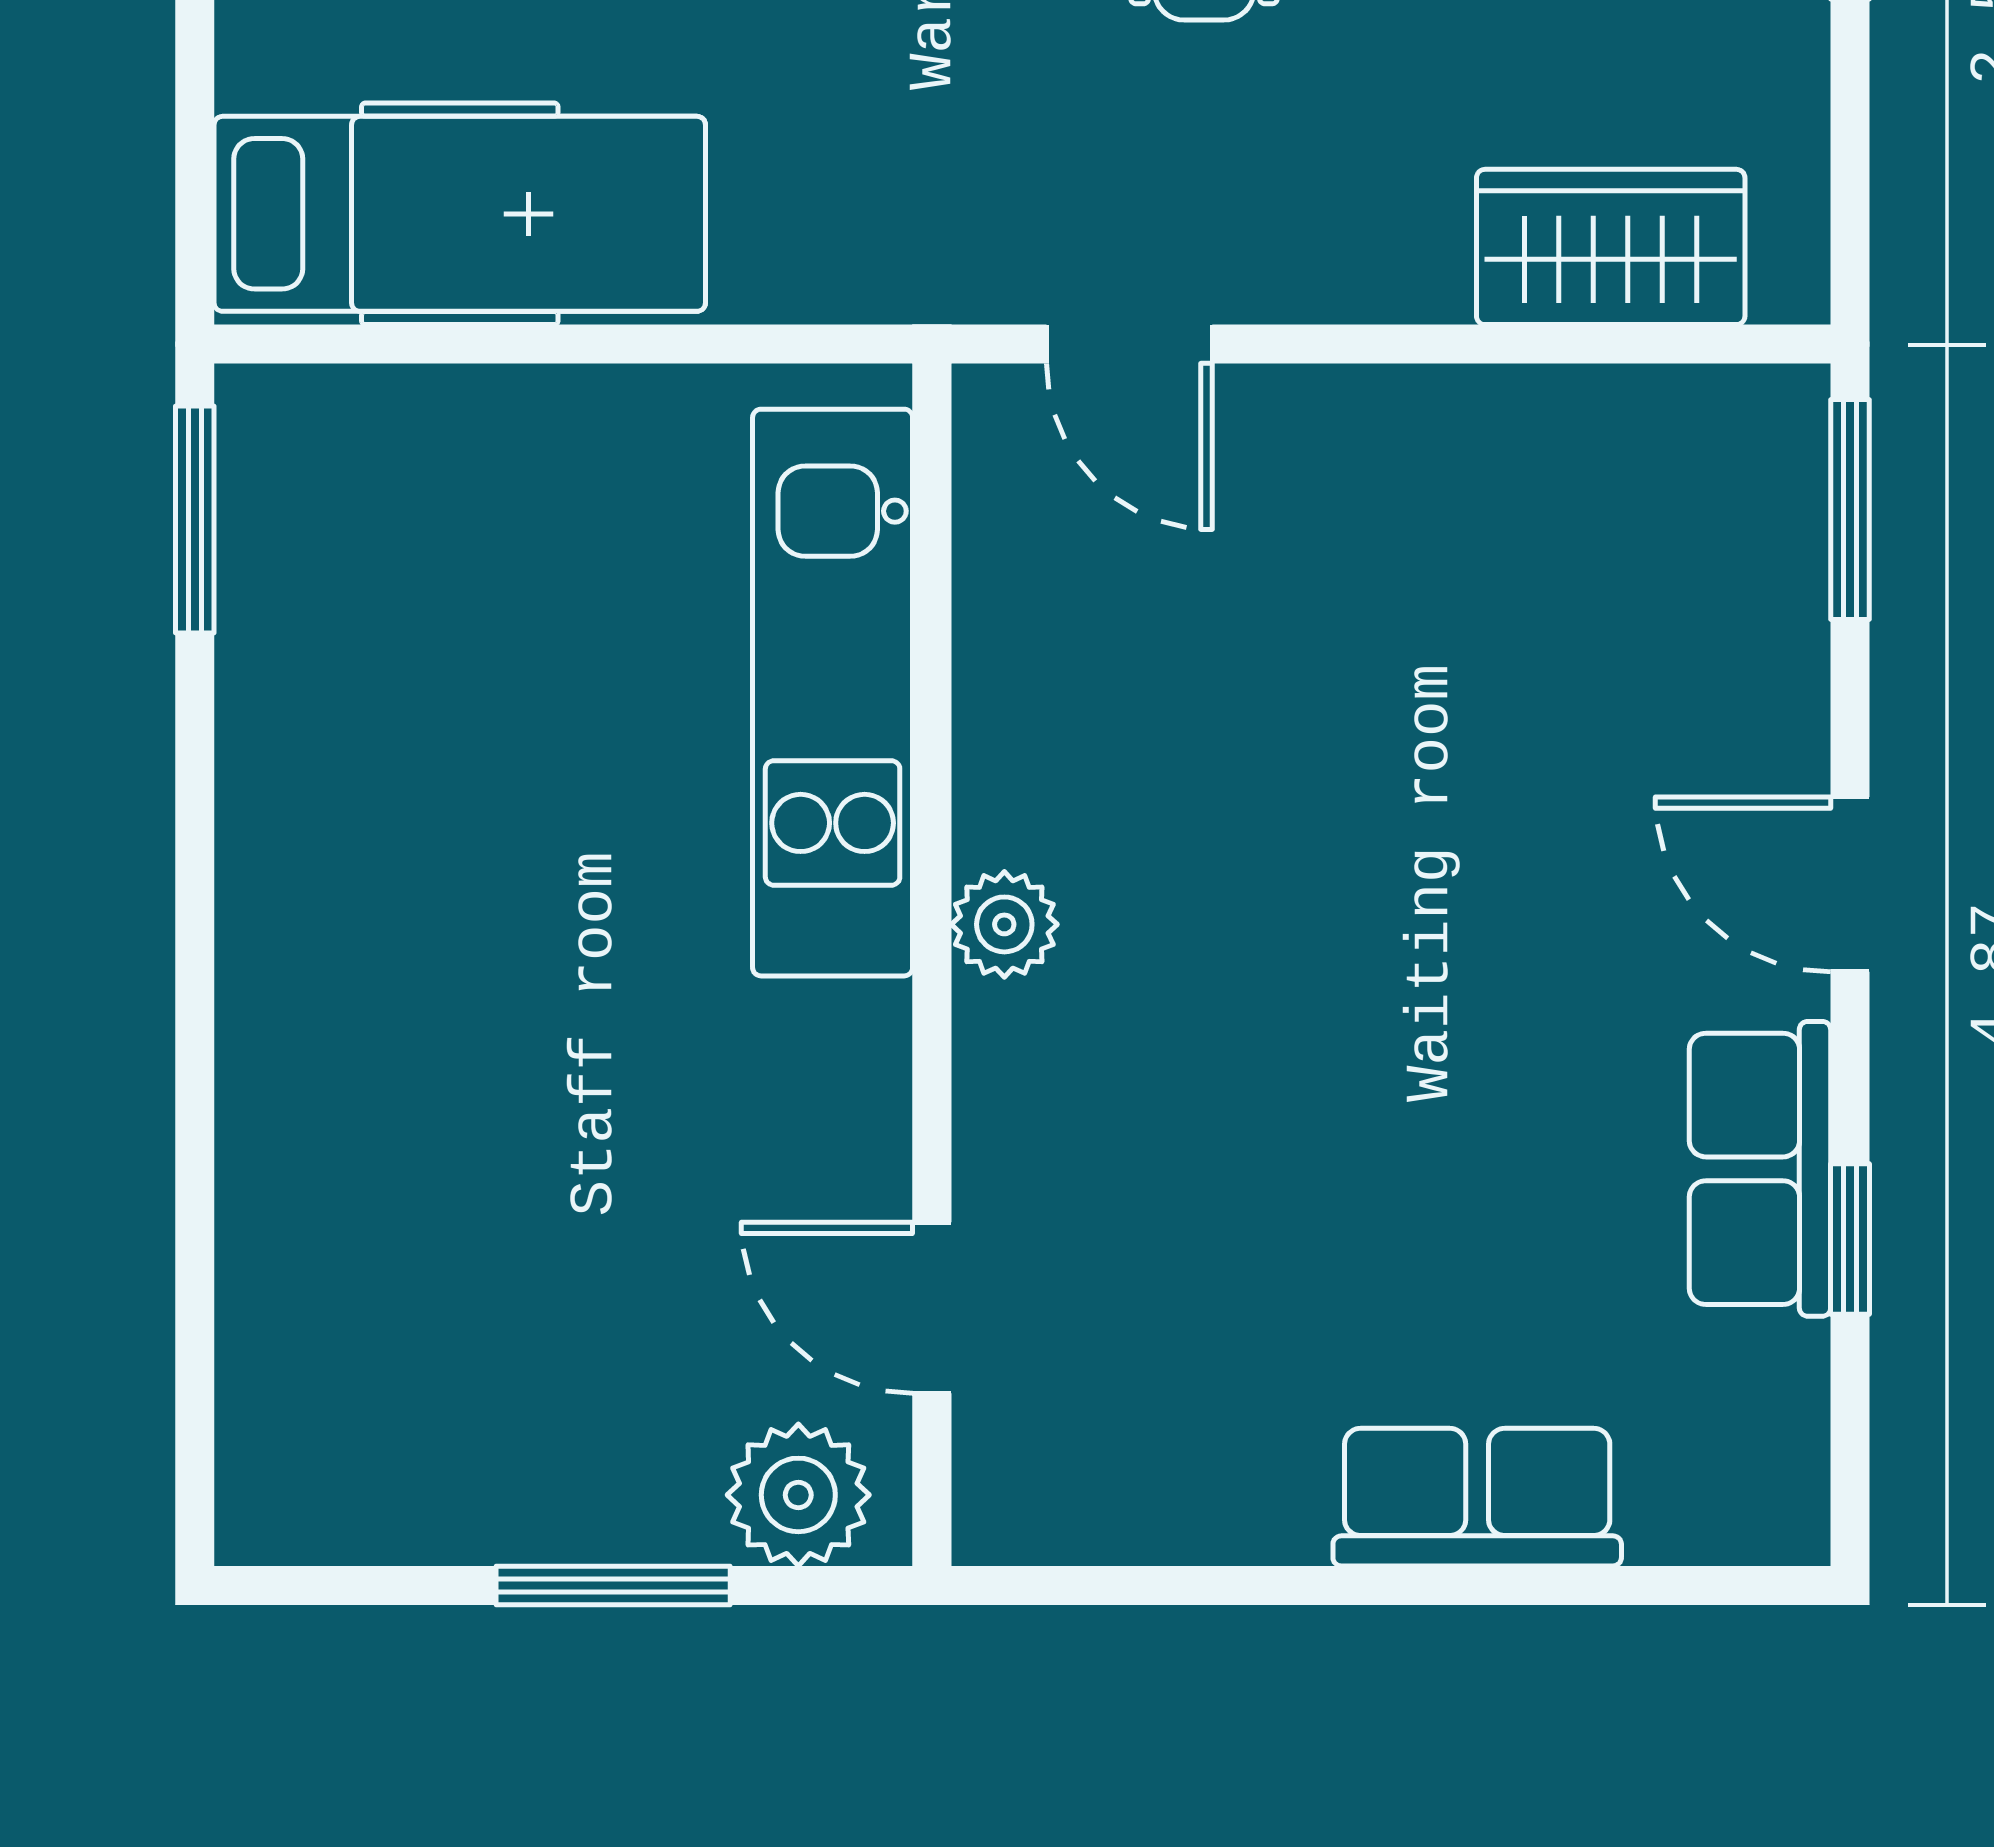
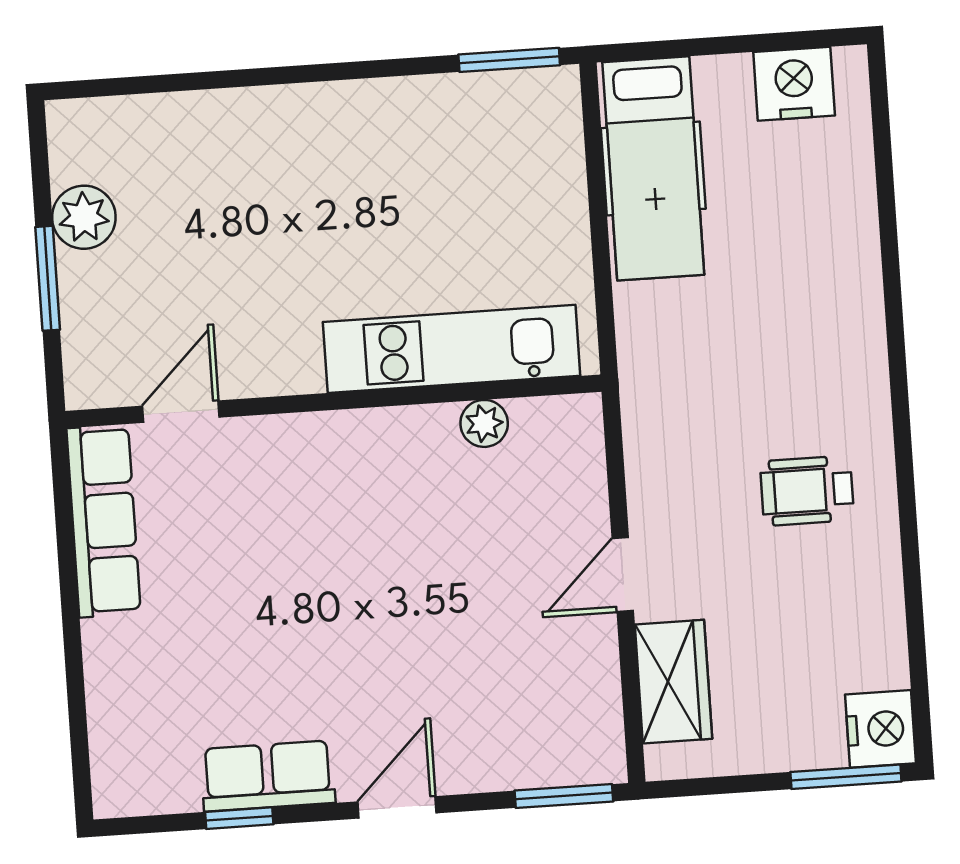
door: (1129, 344) -> (623, 575), moved
plant: (1004, 924) -> (484, 423), moved
plant: (798, 1495) -> (84, 217), moved
row of seats: (1477, 1497) -> (104, 521), moved, width x1.48

